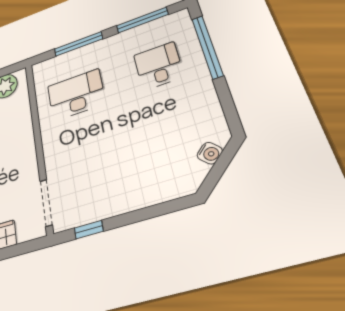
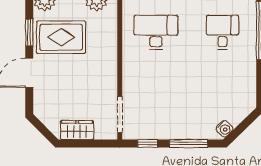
water cooler: (210, 153) -> (224, 129), moved
window: (146, 213) -> (188, 143), added

